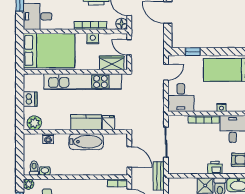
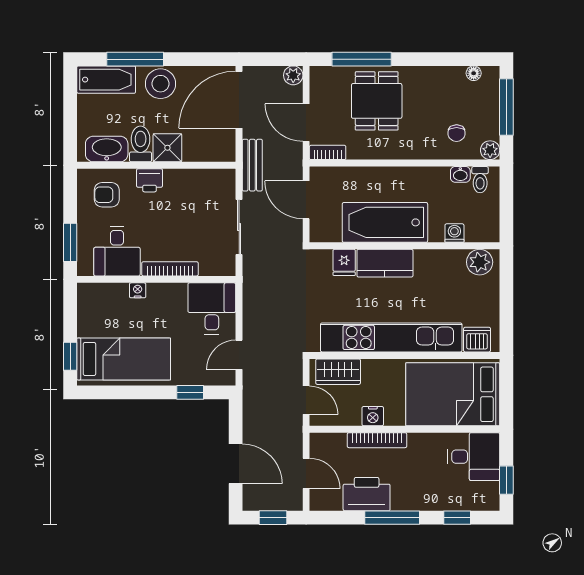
floor lamp: (122, 24) -> (320, 443), removed
dishwasher: (30, 99) -> (477, 340), moved, turned 90
bathtub: (86, 142) -> (385, 222), width x1.36, depth x1.36

